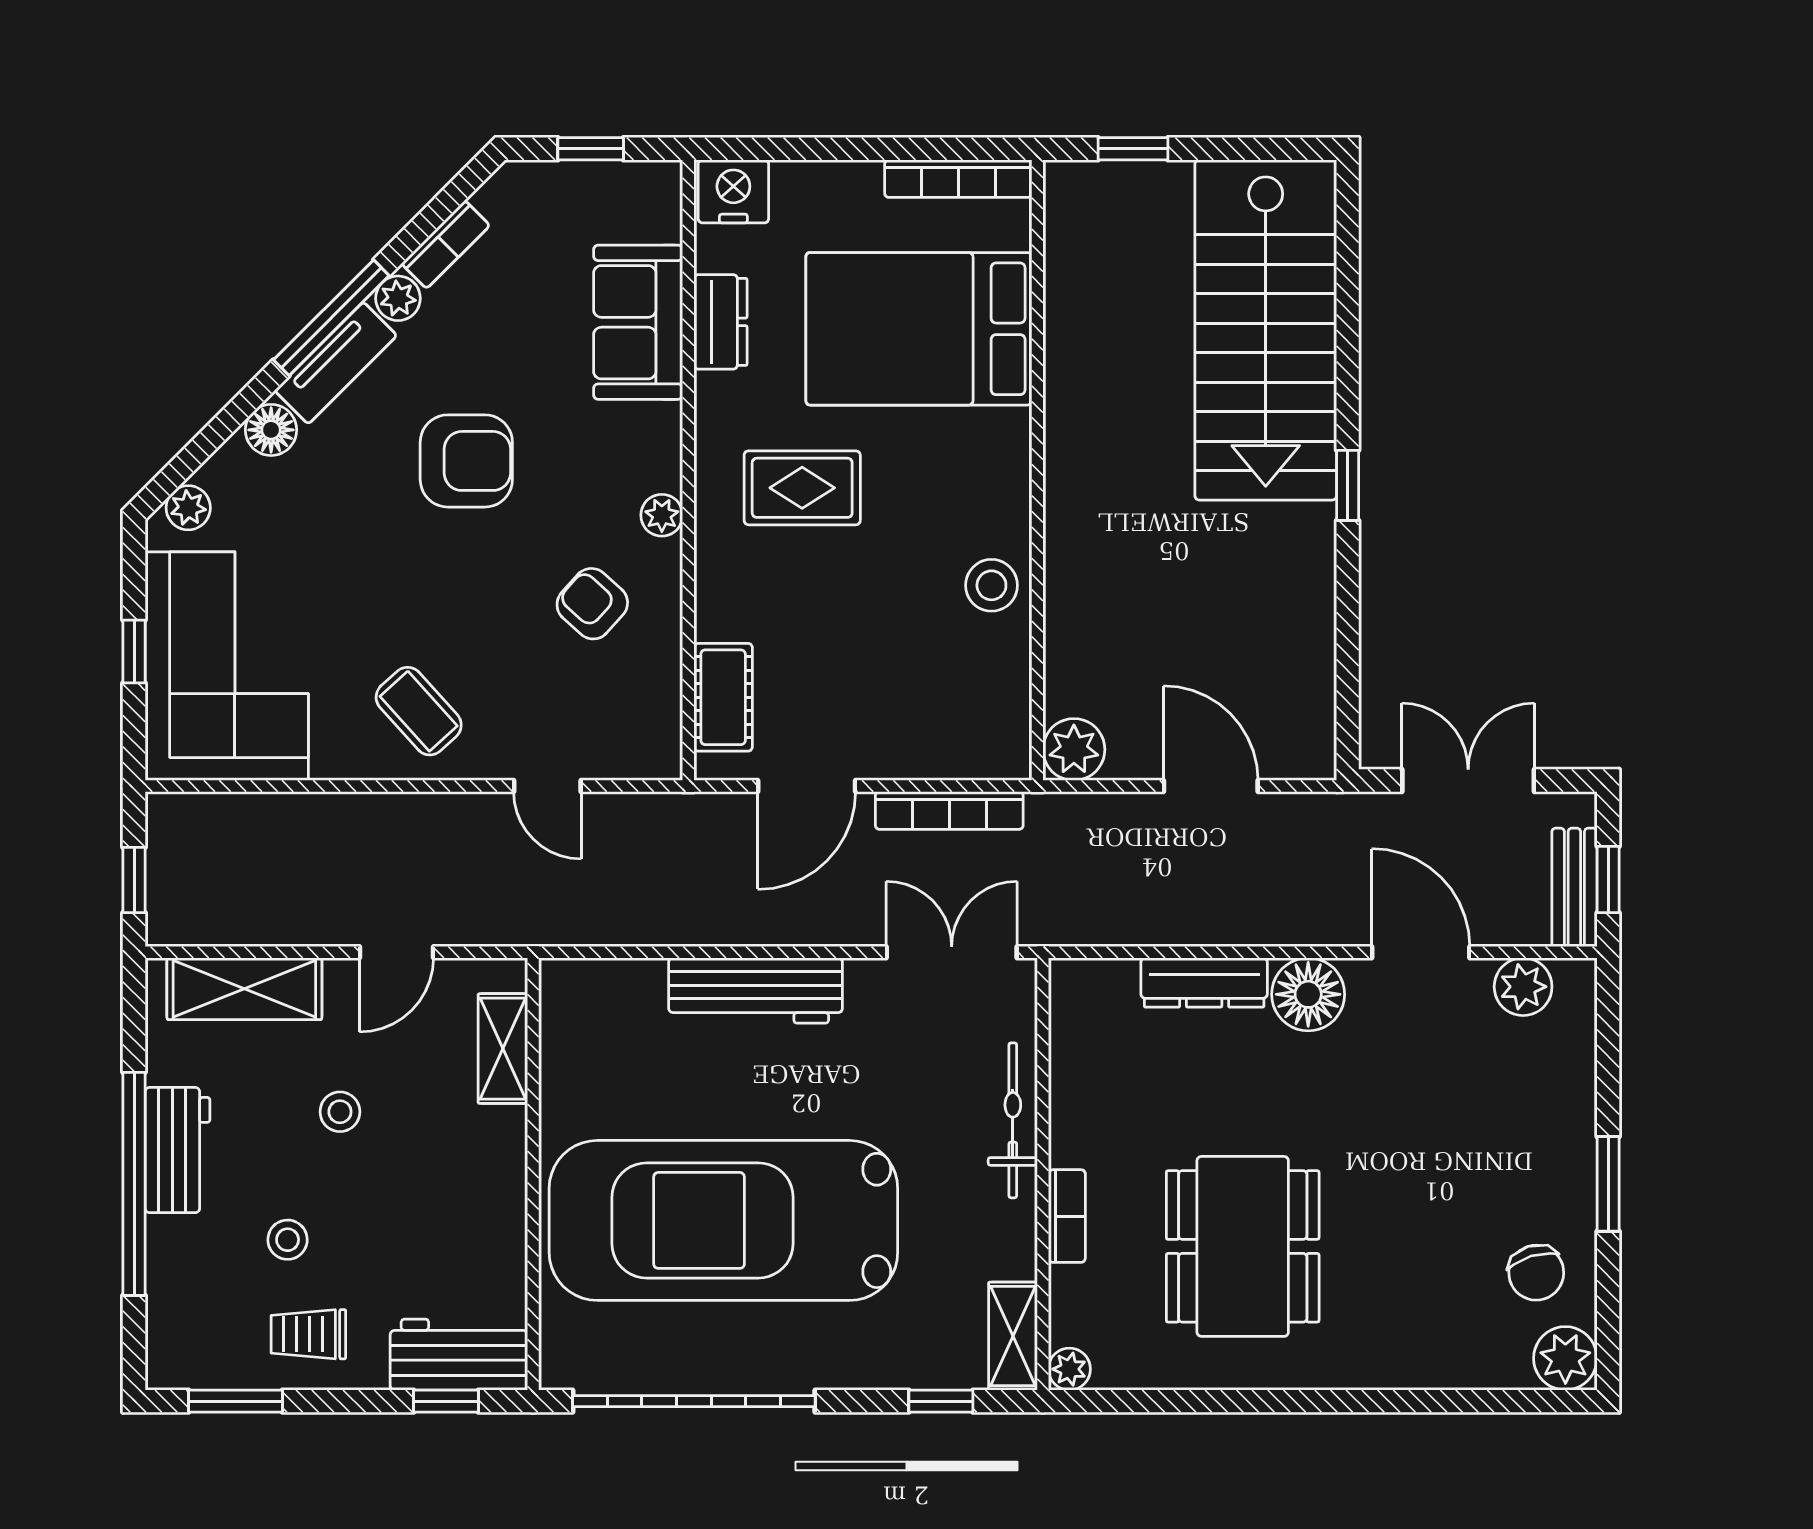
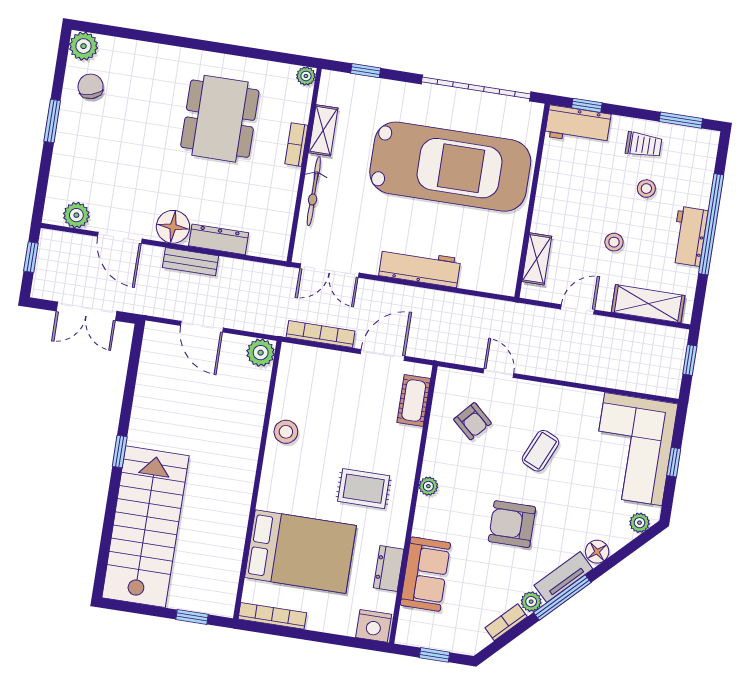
armchair: (592, 604) -> (472, 421), moved
coffee table: (419, 711) -> (540, 451), moved, turned 66
bench: (1574, 887) -> (190, 262), moved, turned 90
shelving: (1013, 1336) -> (323, 130), moved

